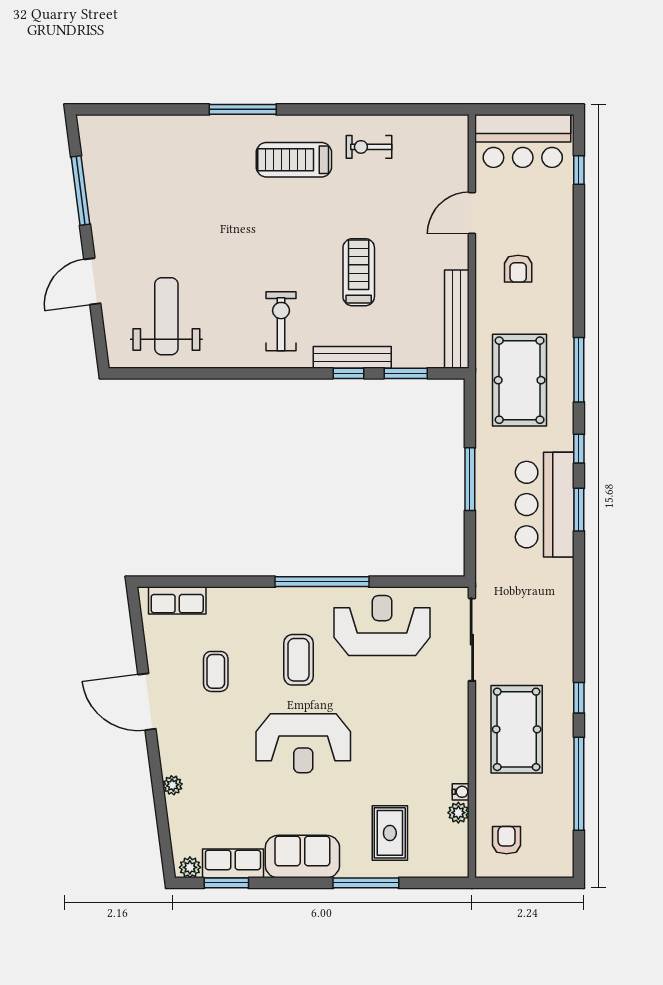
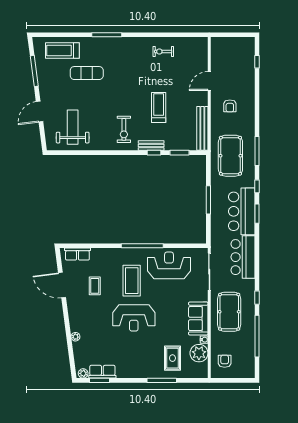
bar counter: (523, 141) -> (243, 257), moved, turned 90
treadmill: (294, 160) -> (62, 51), moved
exercise mat: (198, 195) -> (87, 73), added
exercise bike: (281, 321) -> (124, 129), turned 180
bench: (352, 357) -> (151, 146), width x0.73
coffee table: (298, 660) -> (132, 281), width x1.36, depth x1.32
door: (147, 702) -> (62, 285), moved
plant: (458, 813) -> (199, 353), width x1.87, depth x1.87
sofa: (302, 857) -> (198, 319), moved, turned -90

